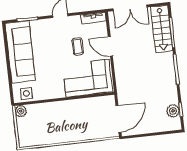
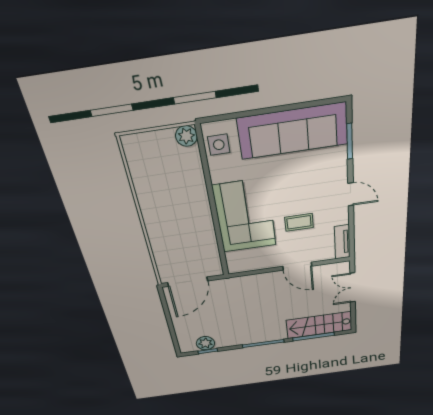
double door: (130, 8) -> (353, 288), width x0.73
door: (110, 46) -> (297, 266), swing flipped
corner sofa: (88, 78) -> (245, 216), moved
door: (118, 119) -> (188, 282), hinge flipped

